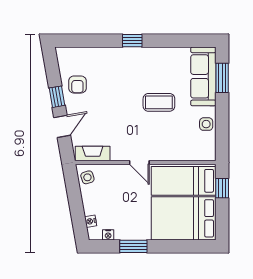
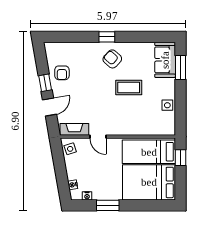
armchair: (139, 68) -> (112, 59), added
sofa: (203, 76) -> (165, 60), width x0.73
door: (139, 162) -> (98, 137), moved

